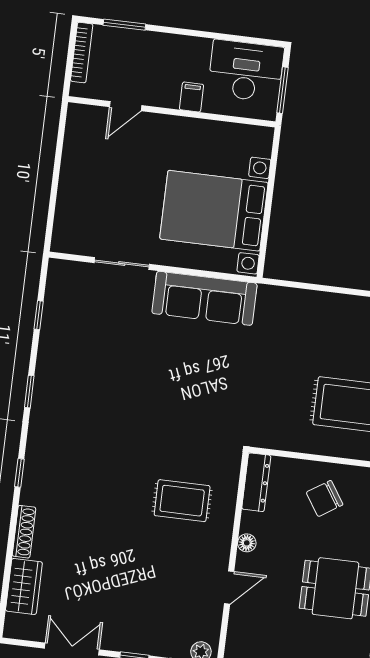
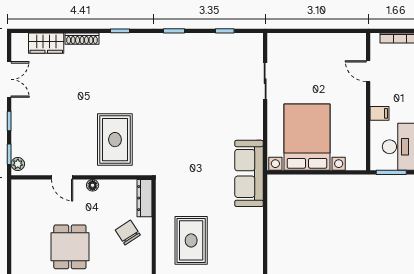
sofa: (204, 298) -> (249, 173), moved
dresser: (256, 482) -> (144, 198), moved, turned 90
rug: (182, 501) -> (115, 140), width x1.36, depth x1.43

